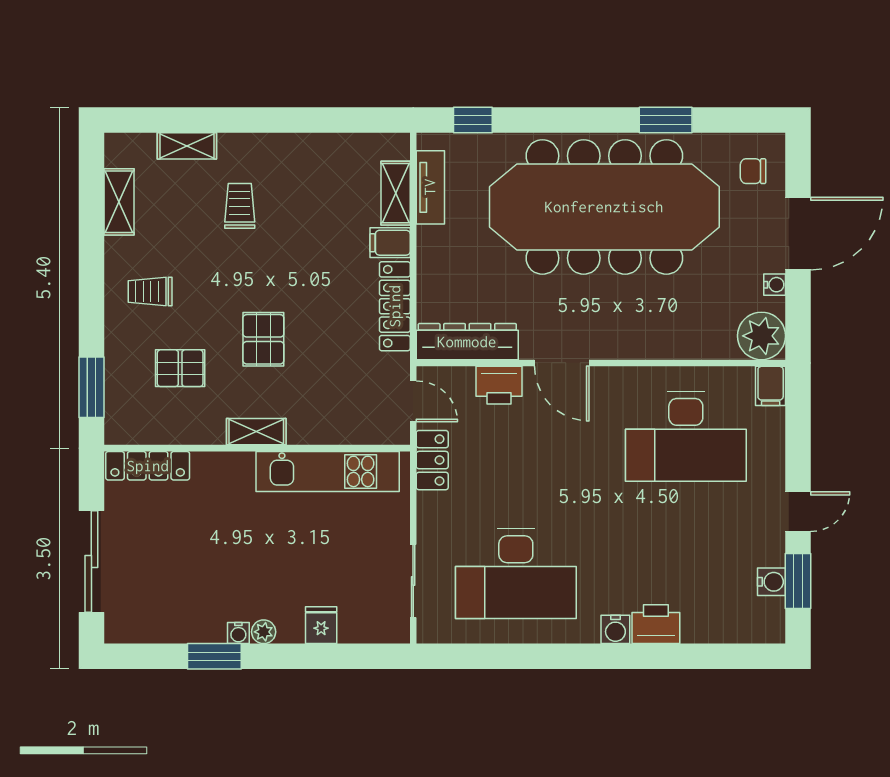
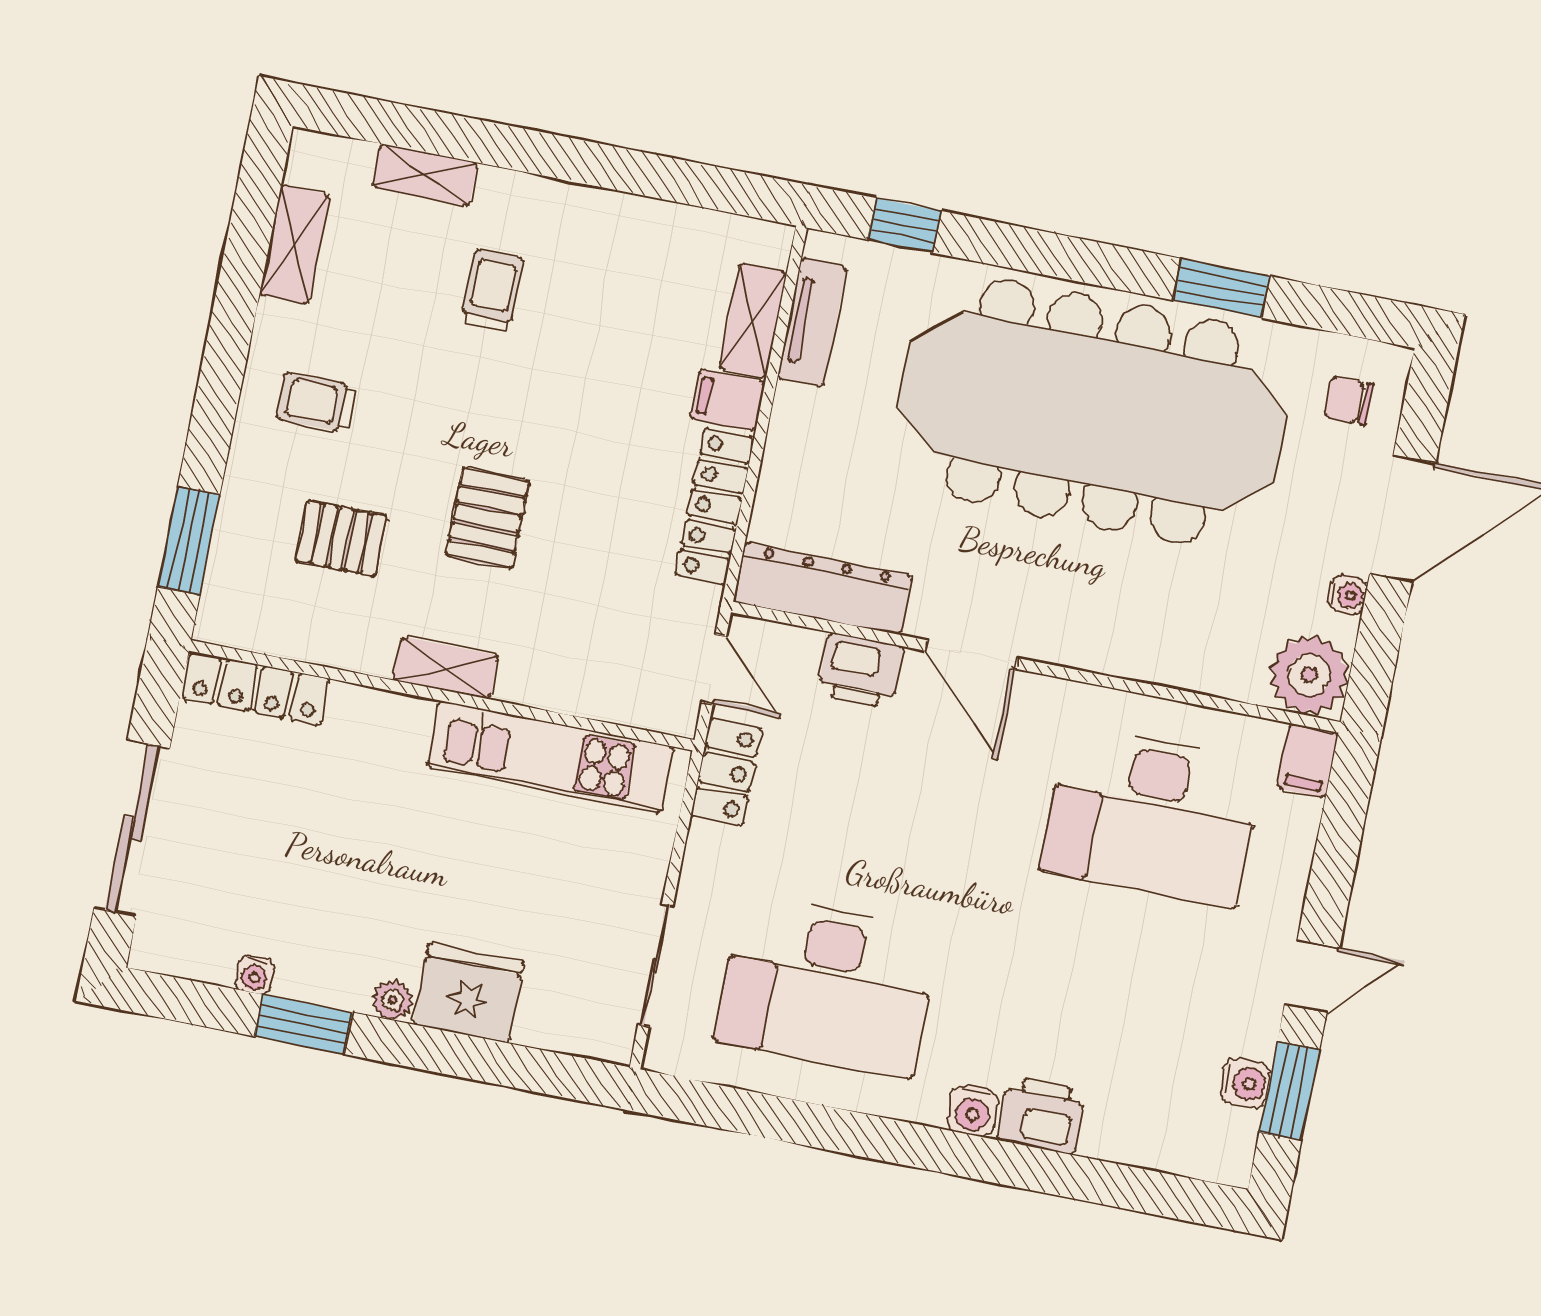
fridge: (321, 625) -> (469, 993), width x1.88, depth x1.34
water cooler: (238, 633) -> (255, 975), moved

